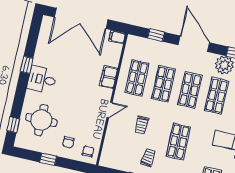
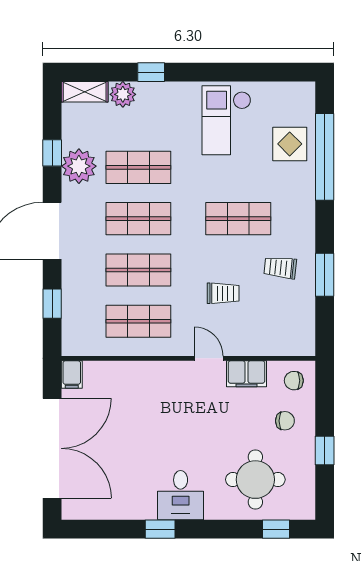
filing cabinet: (109, 77) -> (247, 374), moved

